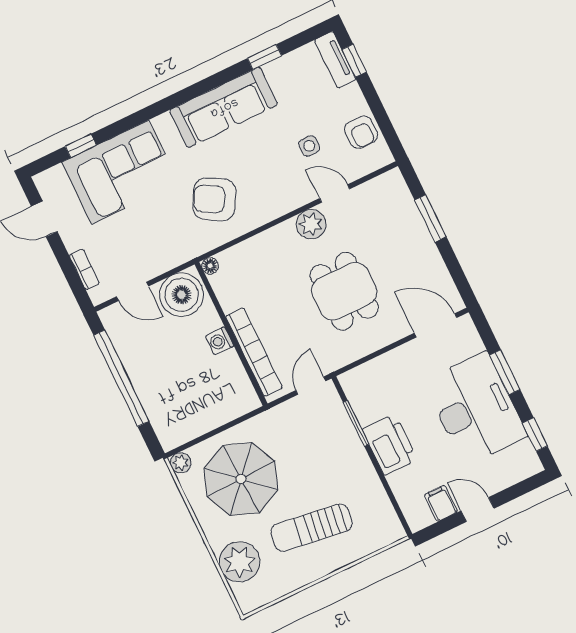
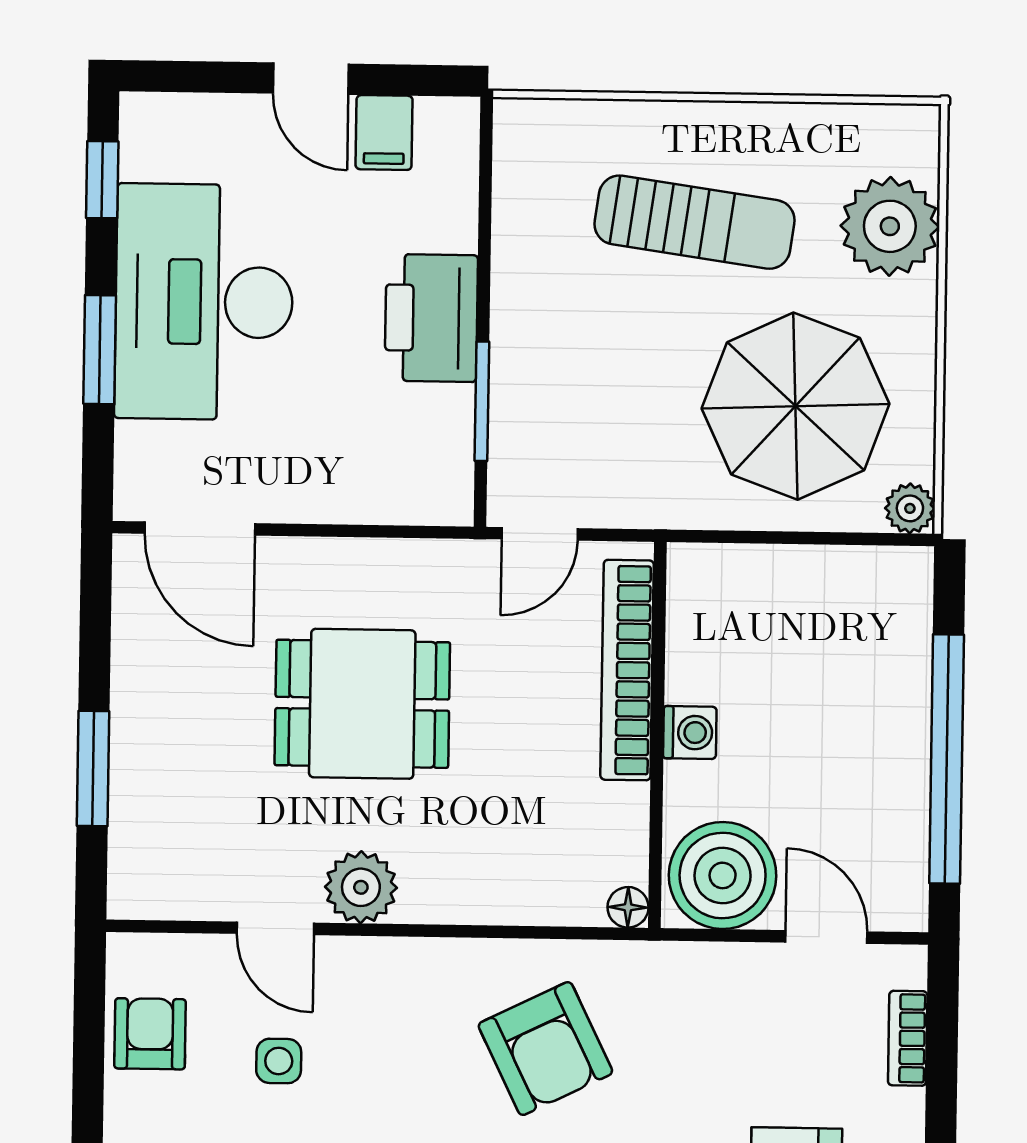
armchair: (214, 199) -> (545, 1049), turned 34
dining table: (344, 291) -> (362, 704), turned 90

